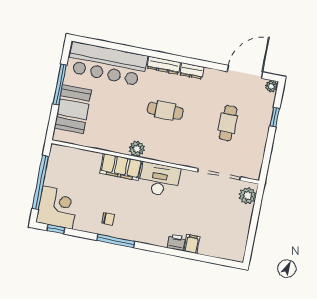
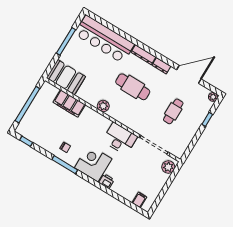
door: (245, 72) -> (189, 74), moved
booth: (73, 109) -> (66, 77), moved, turned 90
cafe table: (165, 111) -> (133, 87), width x1.37, depth x1.35
filing cabinet: (121, 167) -> (69, 104), moved
desk: (159, 180) -> (120, 139), moved
corner desk: (57, 208) -> (93, 163), moved, turned -90
filing cabinet: (192, 244) -> (139, 200), moved

